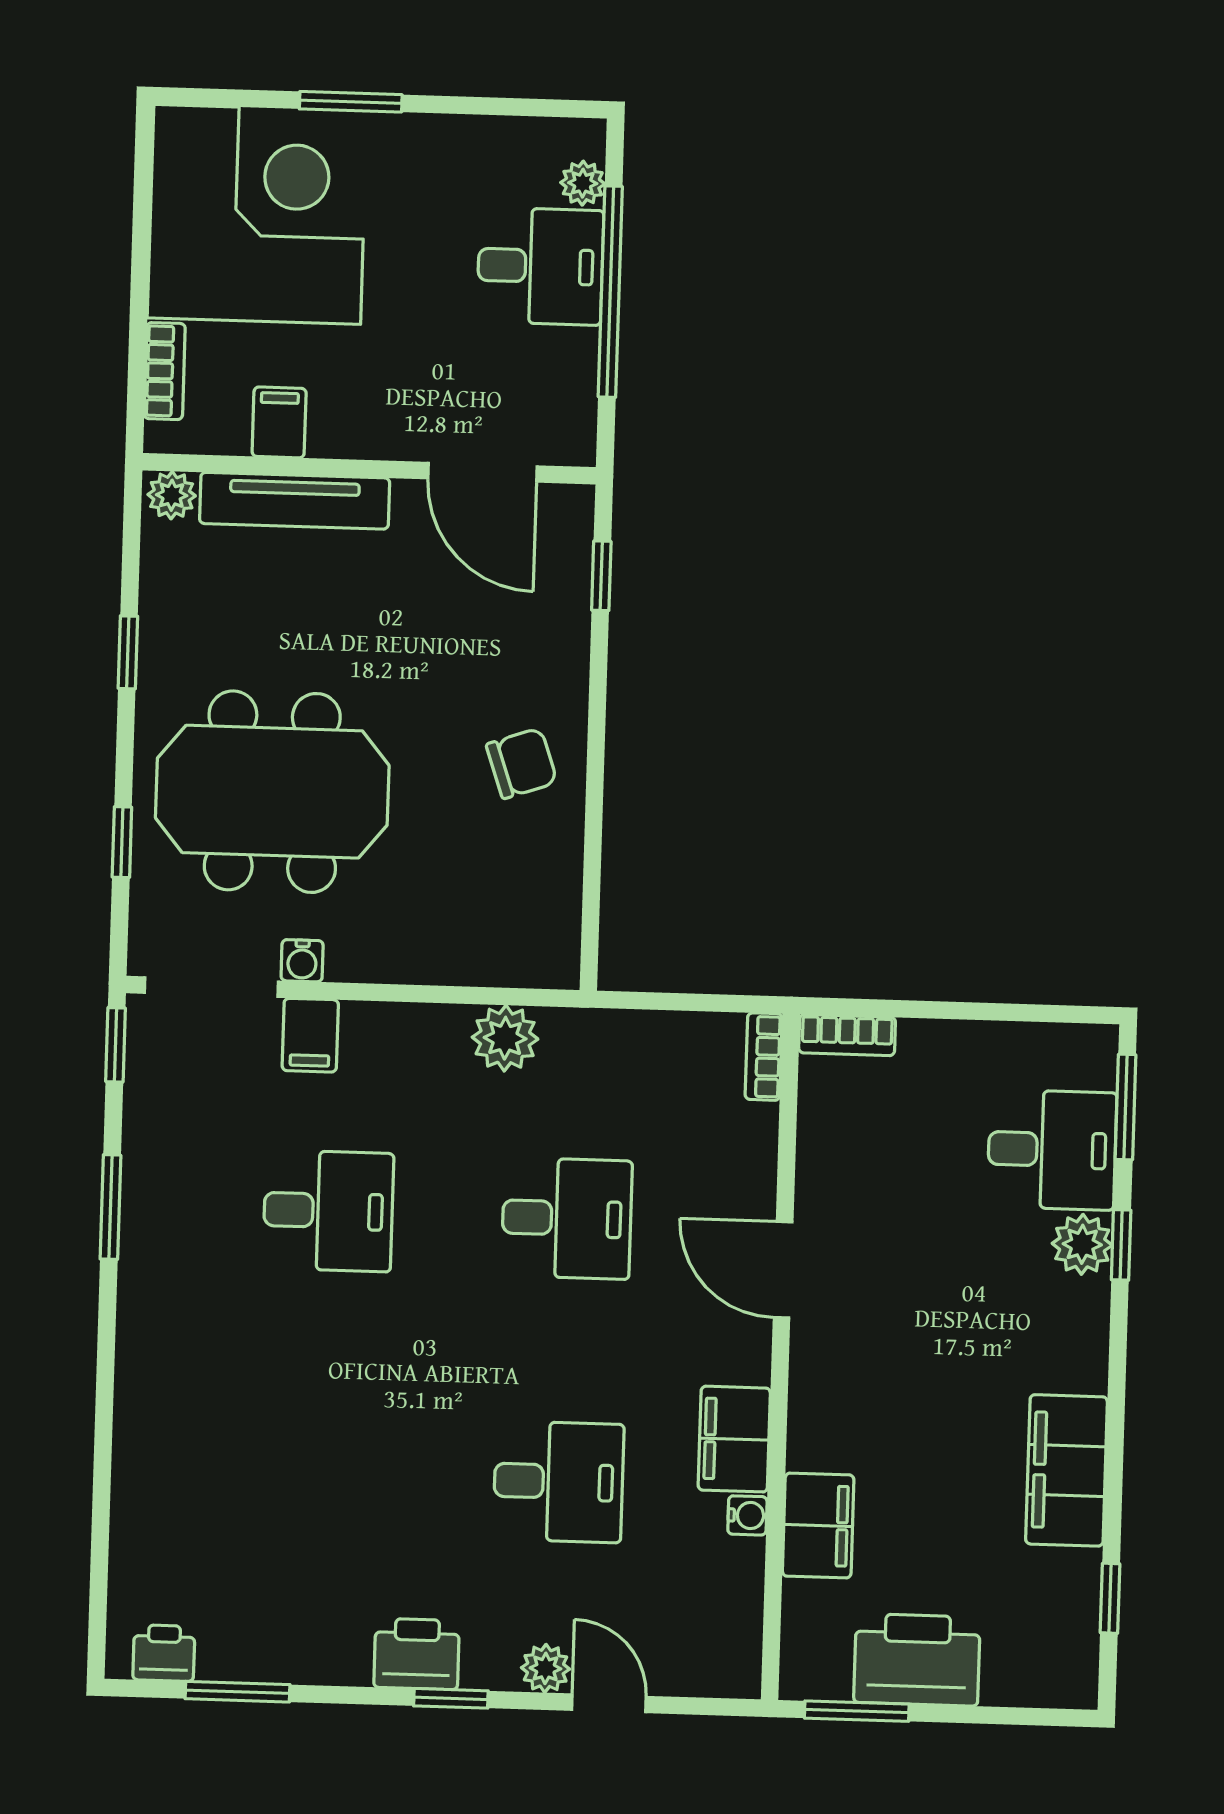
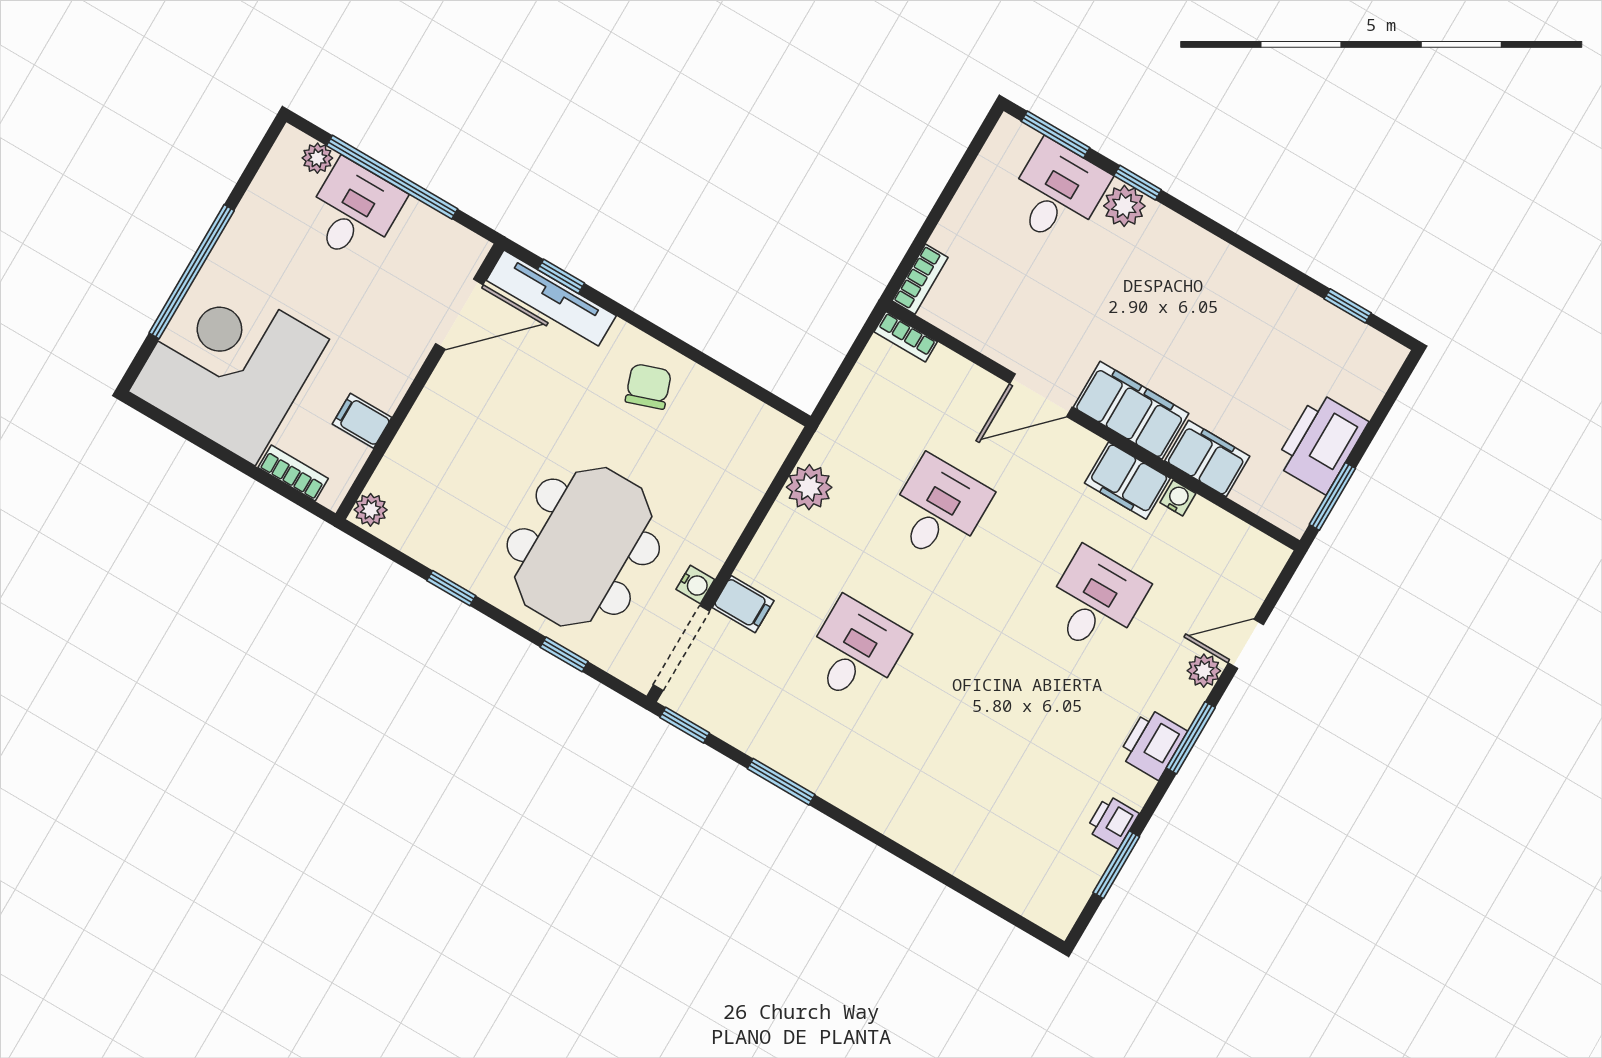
window: (351, 102) -> (192, 272), width x2.11
tv unit: (295, 501) -> (551, 298), moved, turned 90
filing cabinet: (1067, 1470) -> (1131, 410), moved, turned 180
printer: (164, 1653) -> (1112, 822), moved
window: (451, 1698) -> (1191, 738), width x1.50

